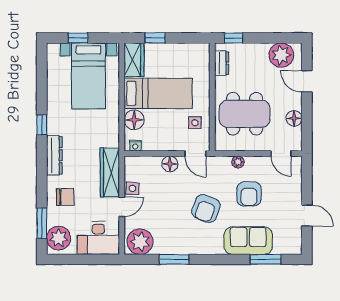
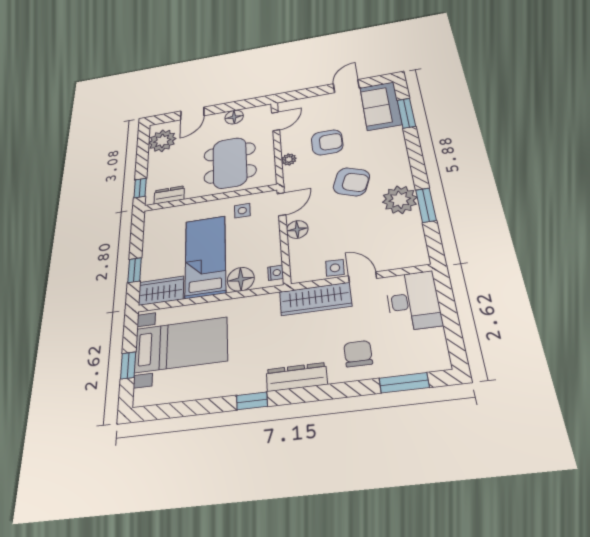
plant: (59, 238) -> (423, 355), removed
sofa: (248, 241) -> (381, 106), moved
plant: (140, 242) -> (400, 200), moved

